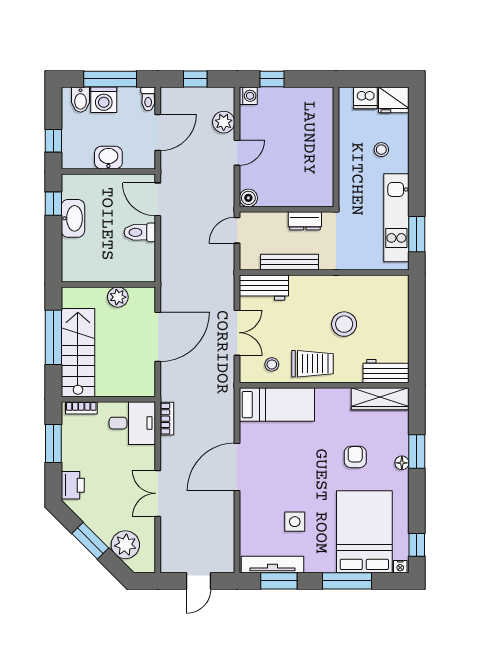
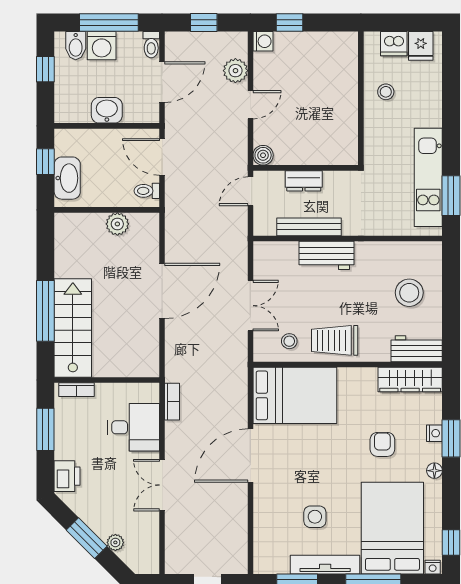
fridge: (394, 100) -> (421, 46), width x0.72
window: (53, 141) -> (45, 69), moved
stool: (381, 150) -> (386, 92), moved
dresser: (305, 221) -> (304, 181), moved
toilet: (140, 232) -> (147, 191), width x0.73, depth x0.72
wall: (108, 284) -> (107, 210), moved
workbench: (264, 288) -> (326, 255), moved
plant: (118, 297) -> (117, 224), moved
stool: (344, 324) -> (409, 293), moved
door: (158, 337) -> (162, 291), moved
trolley: (312, 364) -> (335, 340), turned 180
bed: (277, 405) -> (295, 395), width x1.50
desk: (132, 423) -> (134, 427), moved
nightstand: (402, 447) -> (434, 433), added
floor lamp: (402, 463) -> (434, 471), moved
plant: (125, 545) -> (115, 542), width x0.53, depth x0.53
tv unit: (272, 565) -> (325, 565), moved

